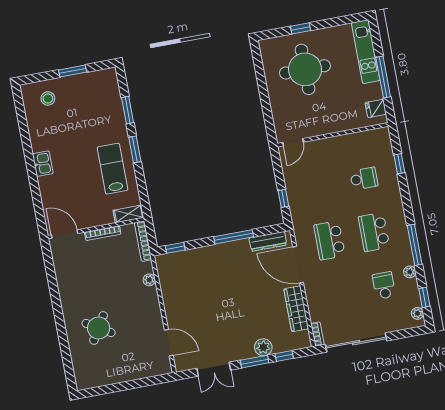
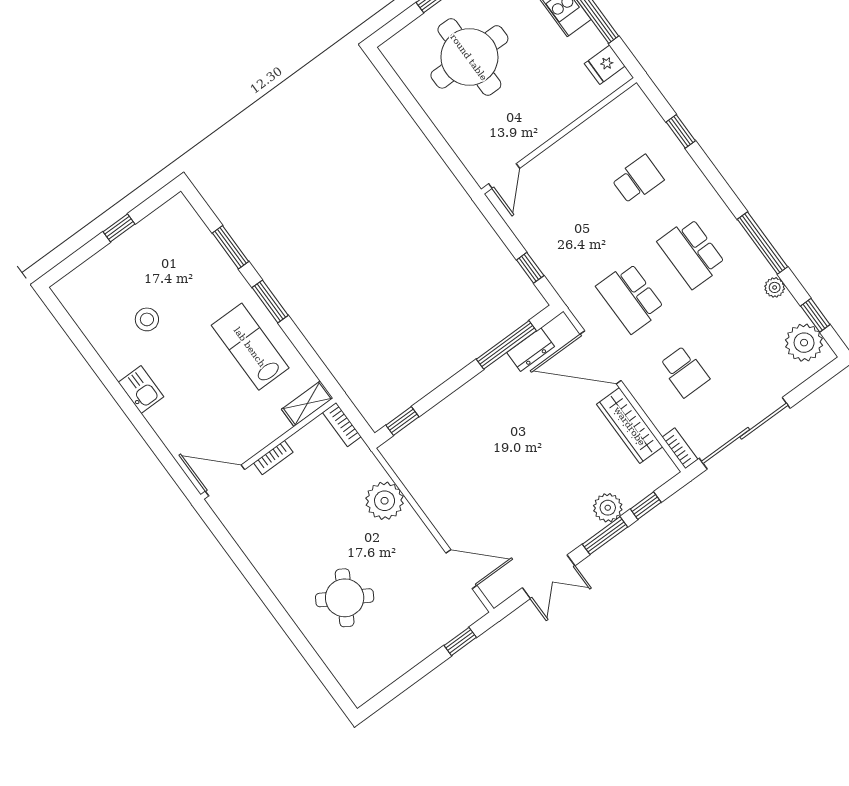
window: (73, 71) -> (119, 228), width x0.67
stool: (48, 98) -> (147, 319), moved
bookcase: (103, 233) -> (273, 458), width x0.64
window: (234, 237) -> (506, 345), moved
bookcase: (143, 241) -> (342, 425), width x0.64
dresser: (268, 241) -> (531, 350), width x0.70
plant: (149, 280) -> (385, 501), width x1.87, depth x1.87
school desk: (384, 286) -> (684, 371), moved, turned 180
plant: (417, 313) -> (804, 343), width x1.87, depth x1.87
window: (150, 381) -> (460, 641), added

